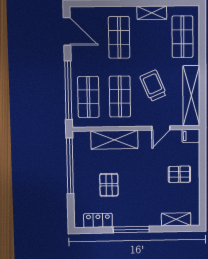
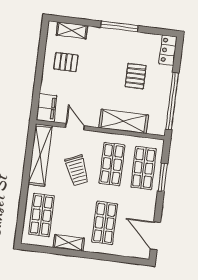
window: (68, 90) -> (163, 177), width x0.47
door: (161, 128) -> (75, 127), hinge flipped
filing cabinet: (191, 136) -> (47, 108), width x2.00
pallet: (179, 174) -> (66, 62), moved
locker: (98, 220) -> (168, 50), moved, turned 90

